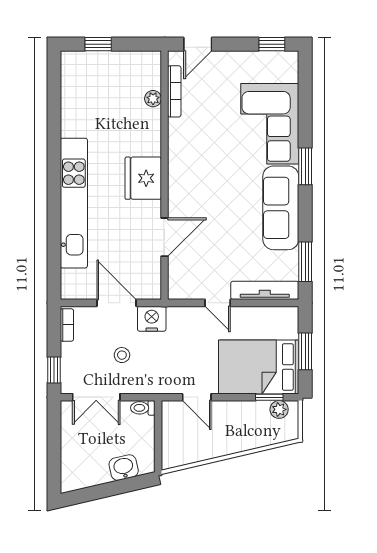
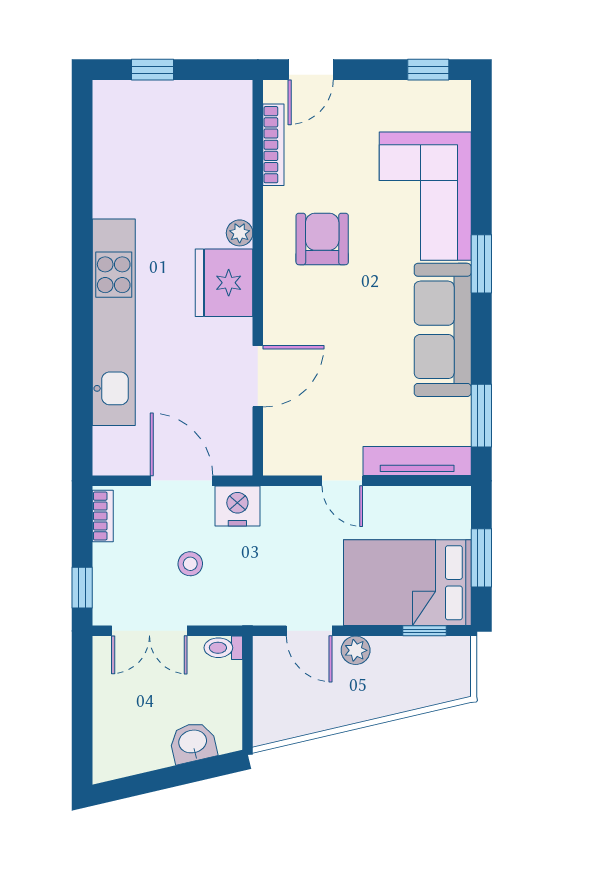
plant: (153, 99) -> (240, 233), moved
armchair: (205, 151) -> (322, 239), added
plant: (279, 409) -> (356, 650), moved

